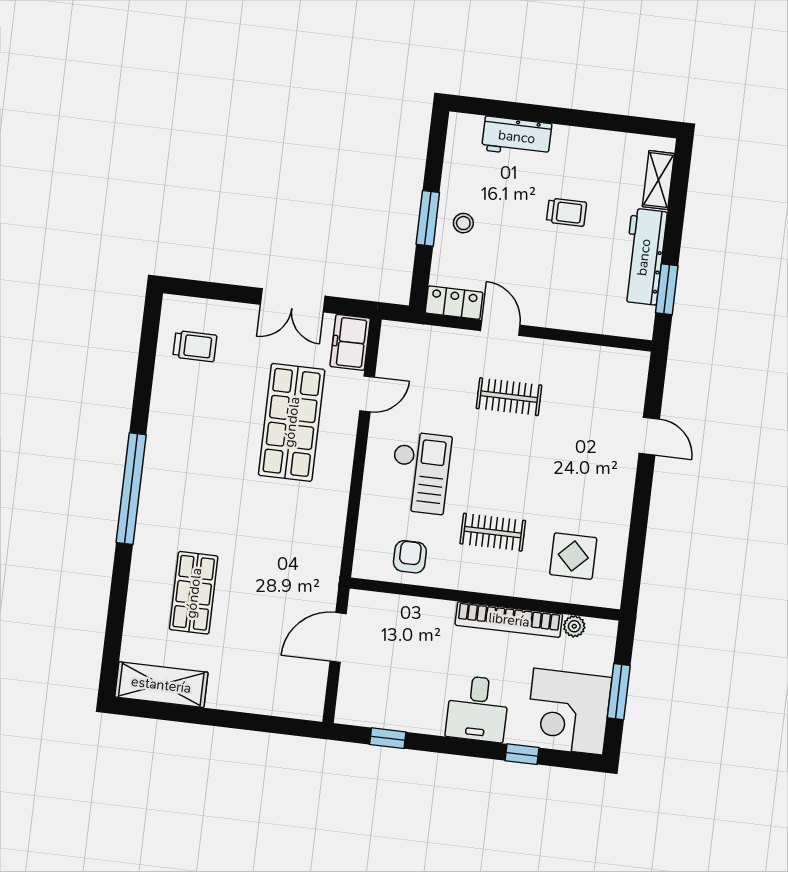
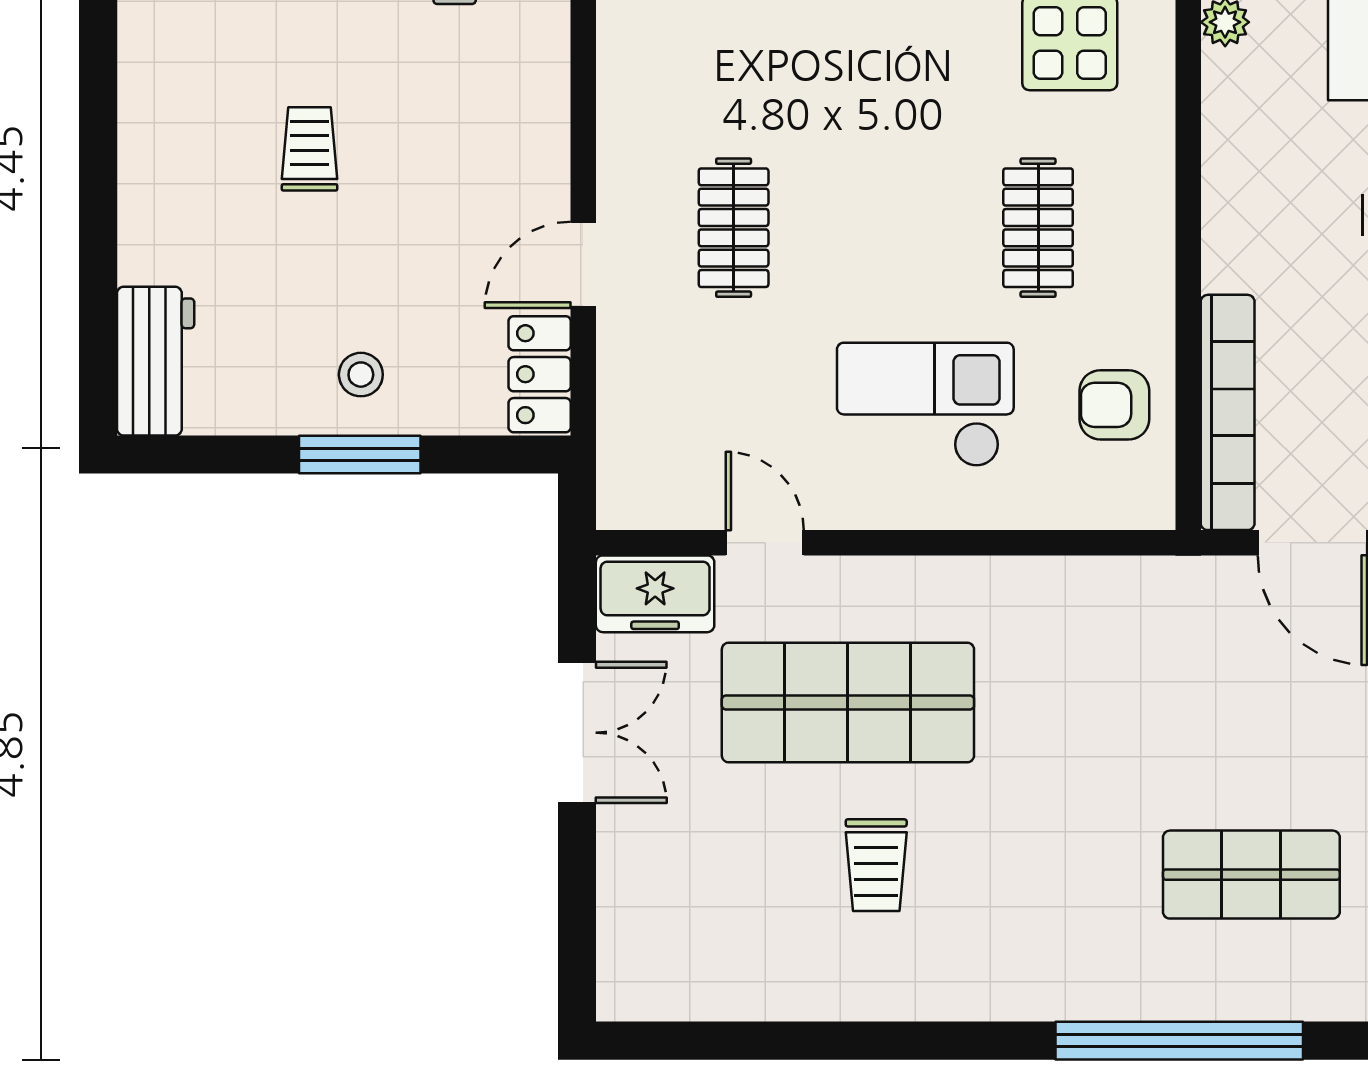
workbench: (517, 137) -> (156, 361), moved
trolley: (195, 346) -> (876, 865), moved, turned 180
window: (131, 489) -> (1179, 1041), moved
bookcase: (509, 620) -> (1228, 412), moved

